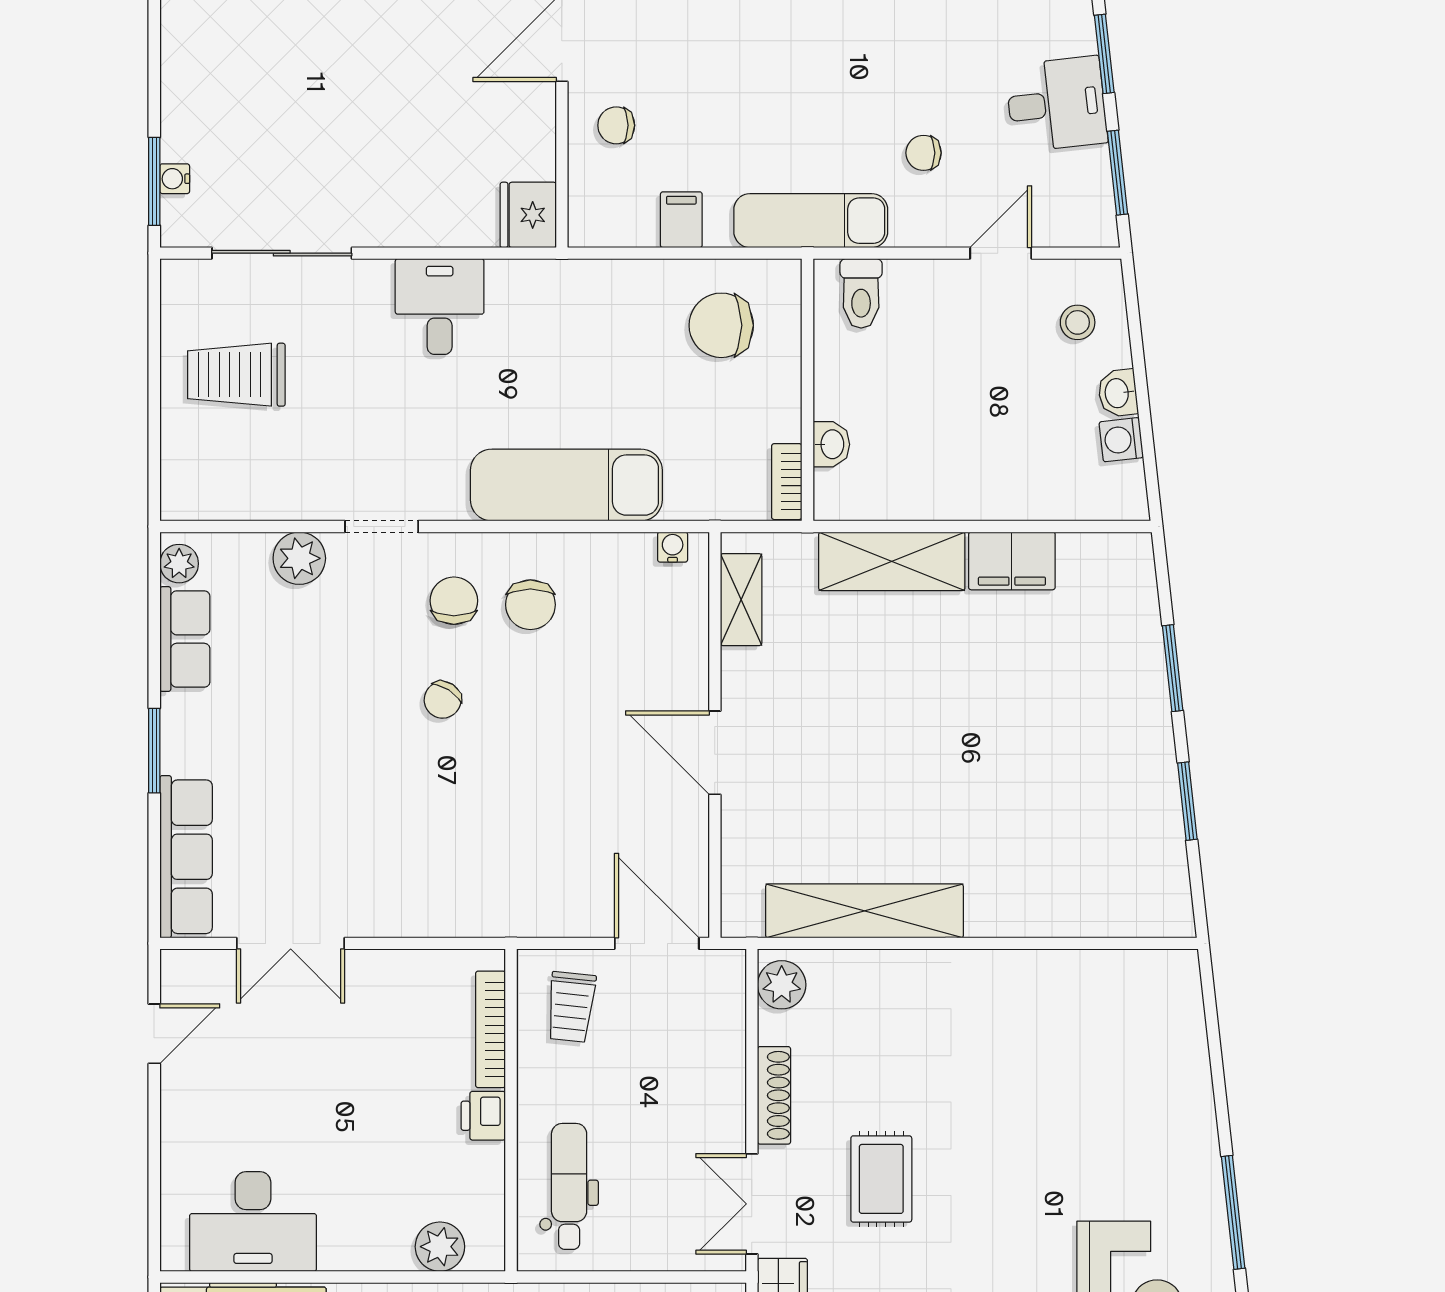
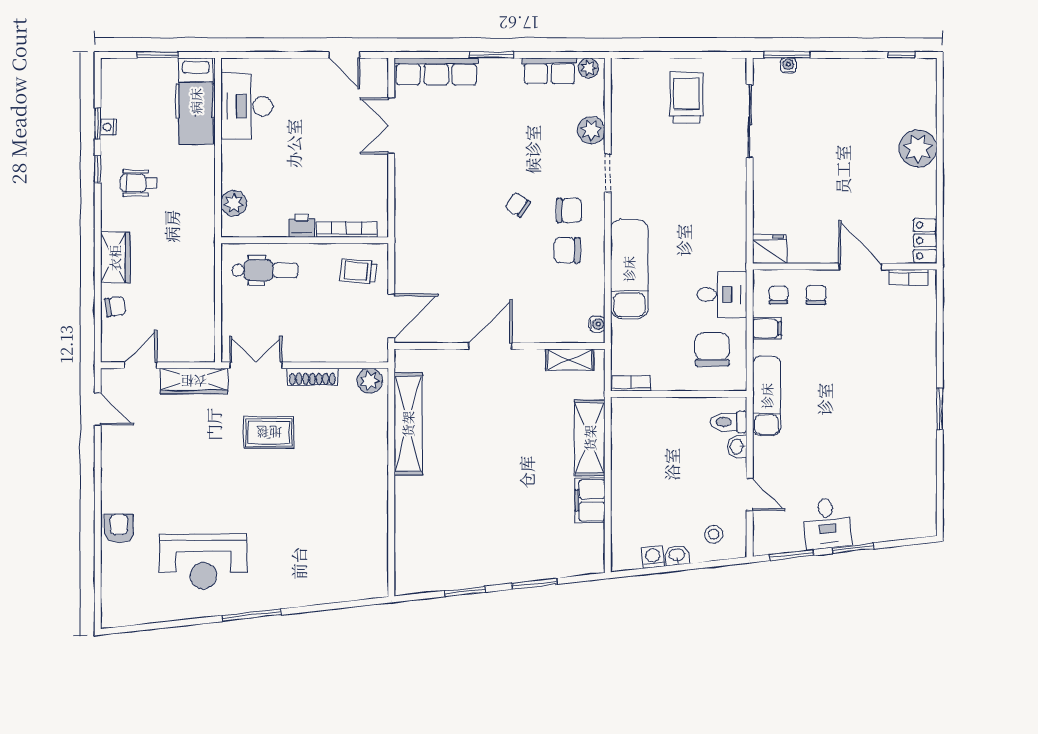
chair: (924, 153) -> (778, 295), moved
desk: (440, 307) -> (722, 295), moved
washbasin: (831, 444) -> (737, 447), moved, turned 90

